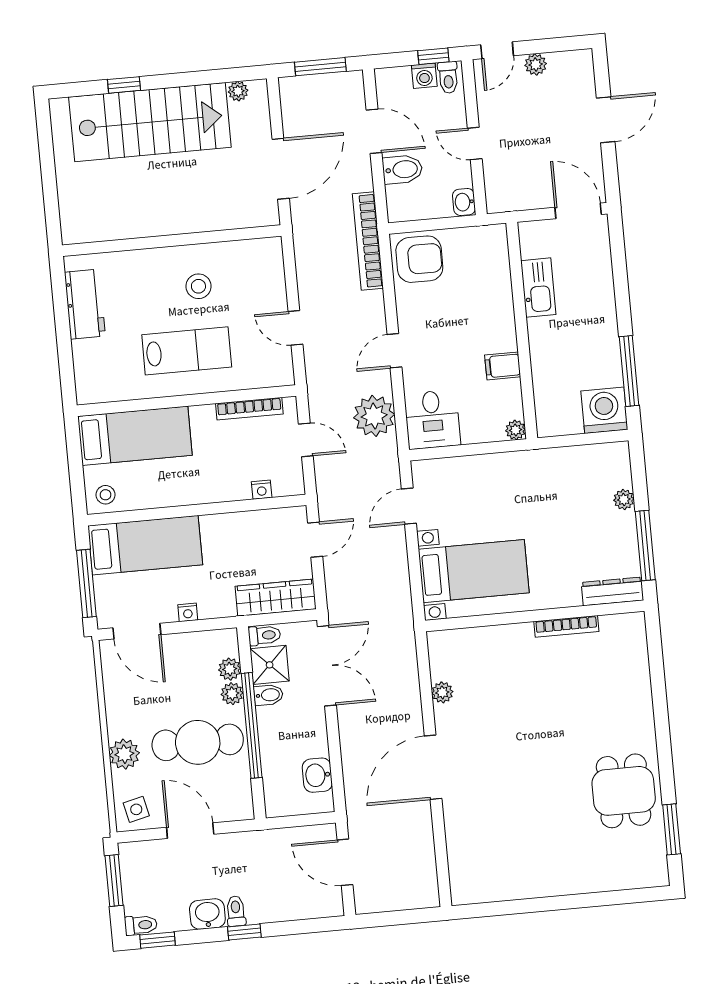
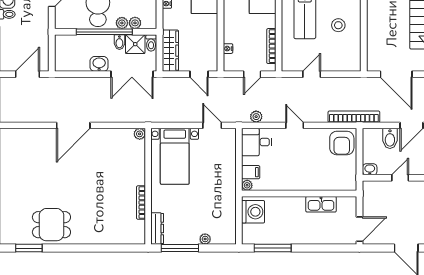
filing cabinet: (503, 366) -> (251, 172), moved, turned 90
washing machine: (604, 410) -> (253, 212), moved
plant: (374, 416) -> (256, 117), width x0.53, depth x0.53
plant: (442, 692) -> (140, 134), moved
door: (433, 767) -> (73, 125), swing flipped
washbasin: (317, 775) -> (99, 64), moved

